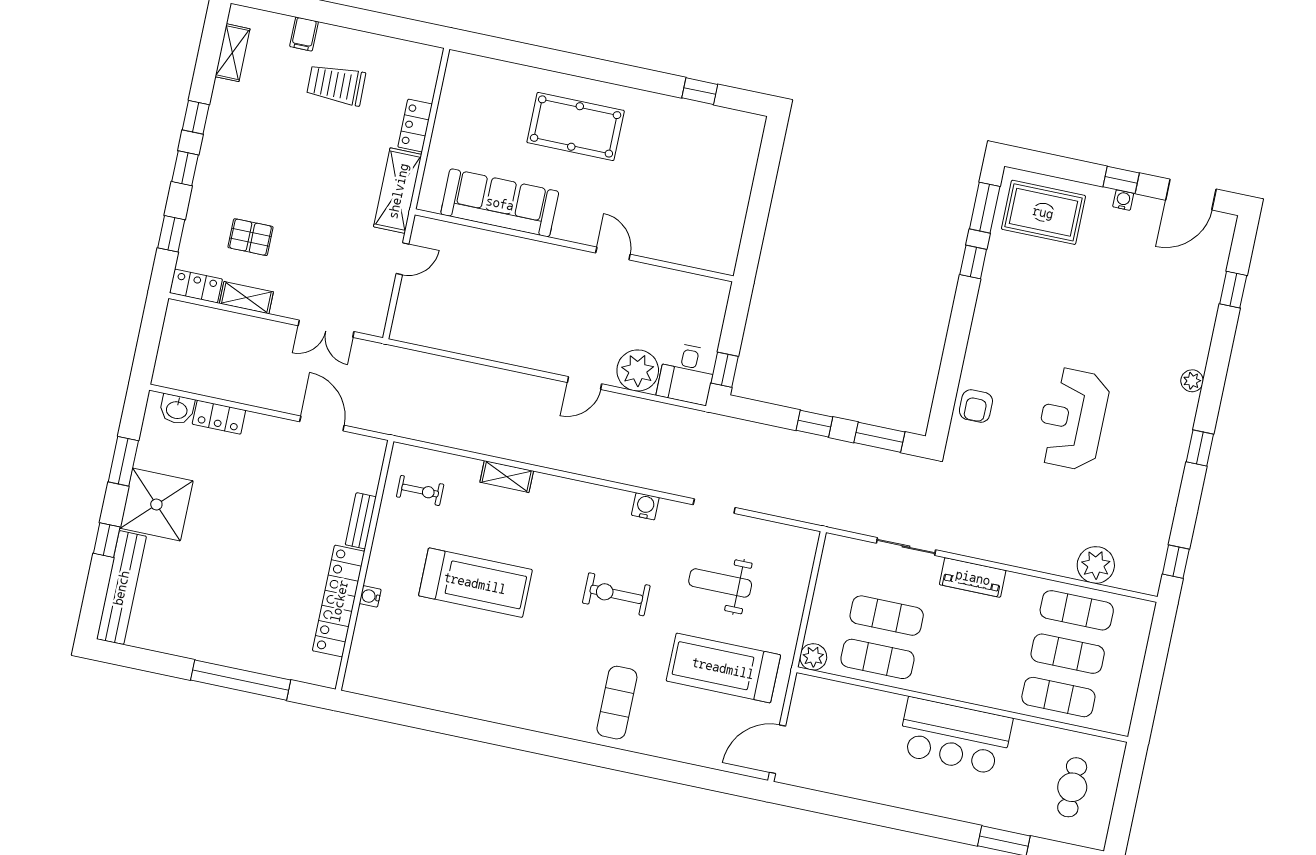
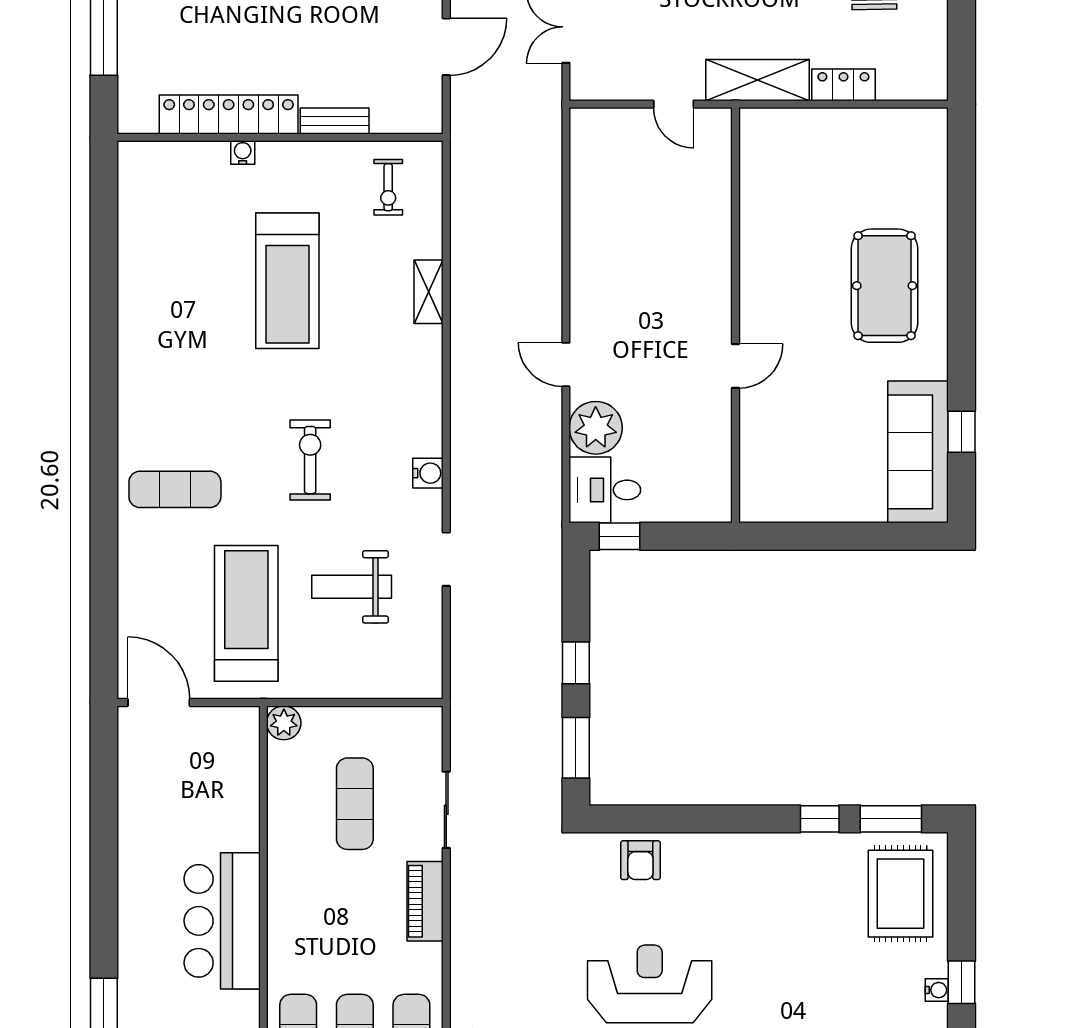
sofa: (500, 203) -> (918, 452), moved, turned 180
armchair: (976, 406) -> (640, 860), turned -90
weight bench: (720, 583) -> (352, 587), turned -90
exercise mat: (877, 659) -> (298, 804), removed

